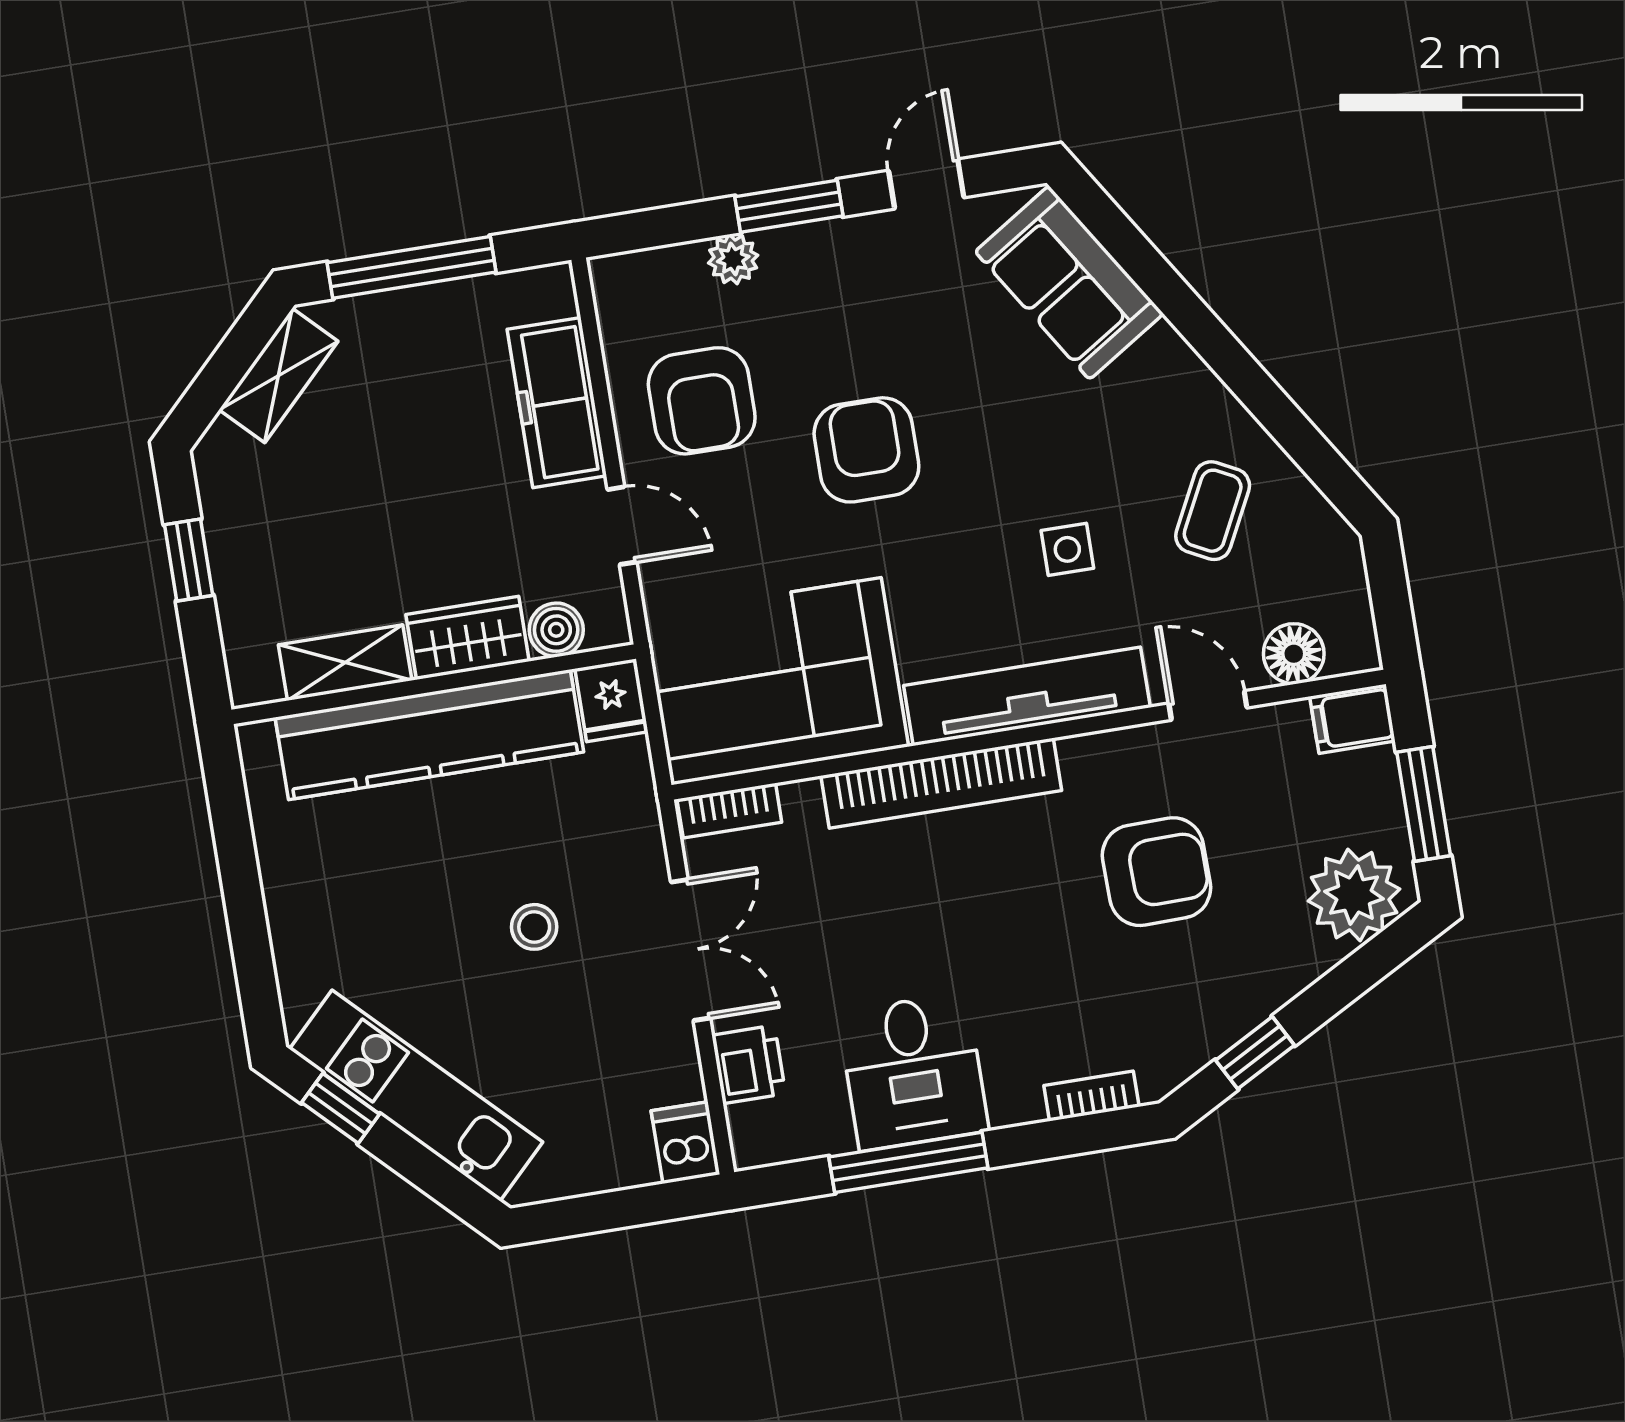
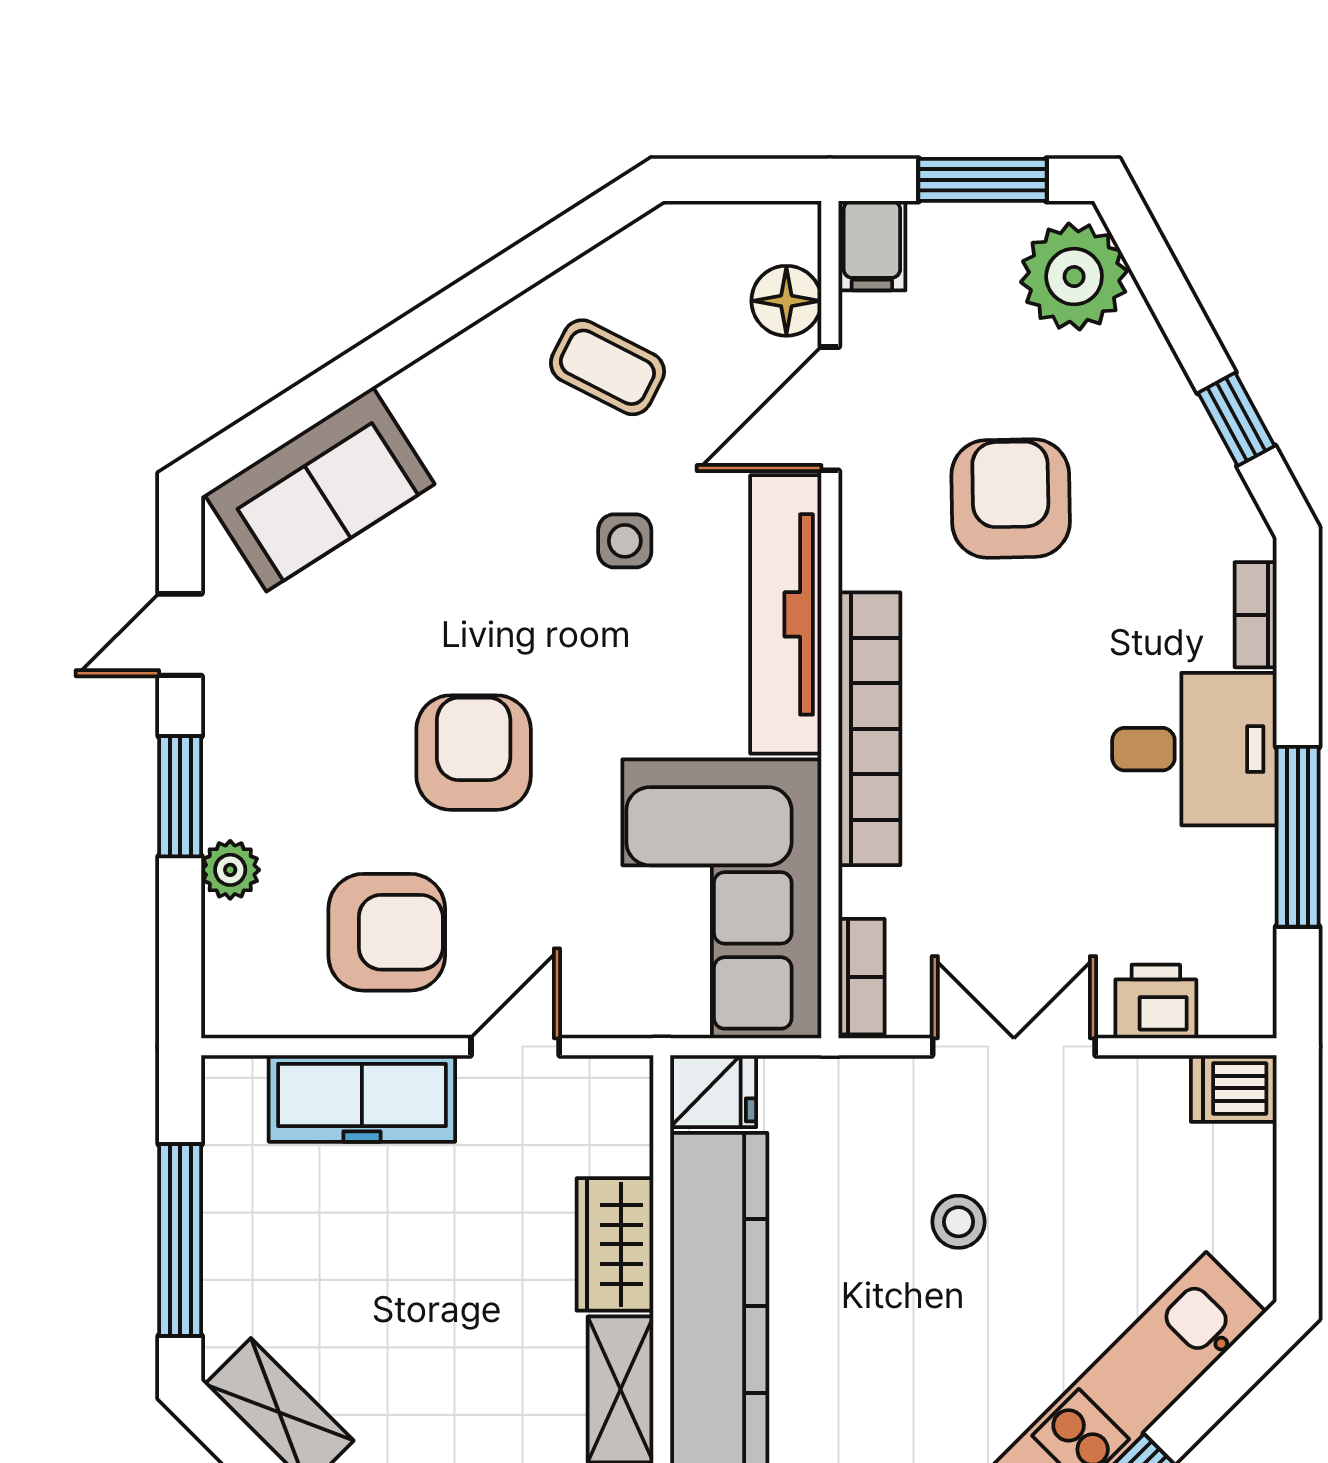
door: (926, 184) -> (180, 635), hinge flipped
armchair: (866, 450) -> (474, 753), turned 90
boiler: (556, 630) -> (622, 1141), removed
door: (1208, 706) -> (830, 409), width x1.38
desk: (913, 1071) -> (1194, 749), moved

